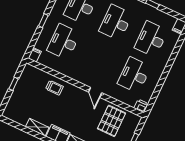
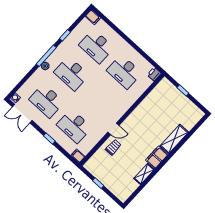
door: (95, 92) -> (113, 129), moved
pallet: (112, 121) -> (159, 105), removed

